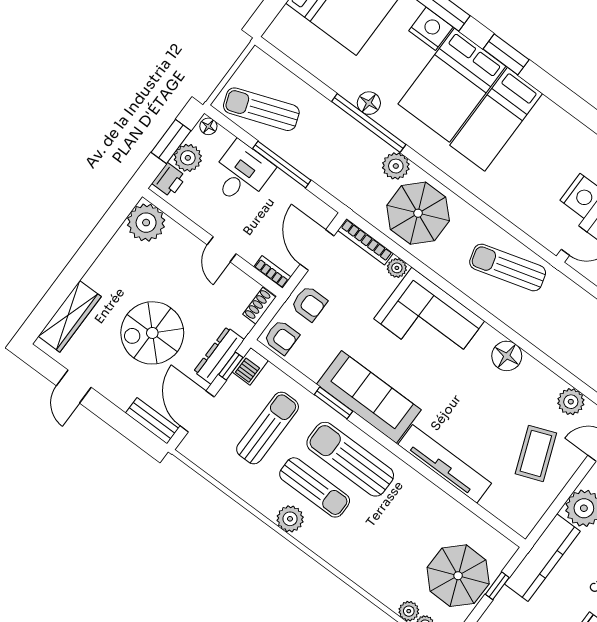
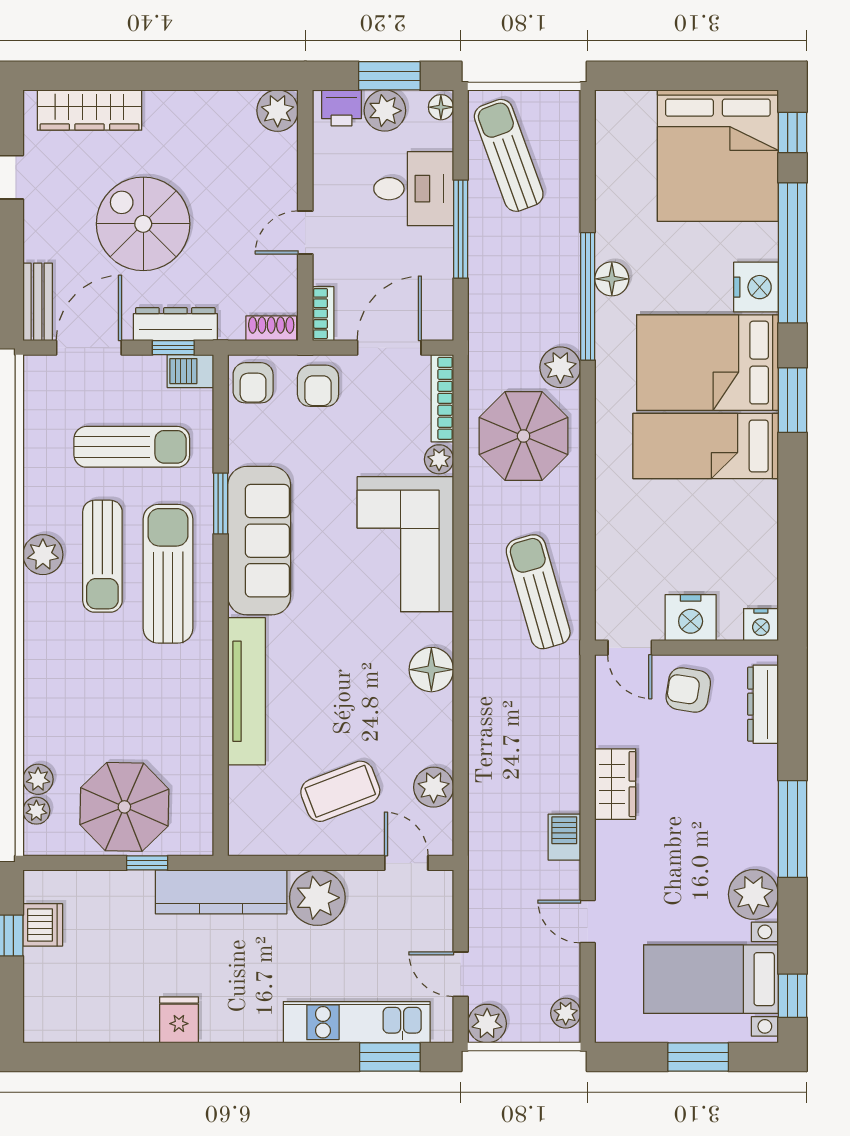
plant: (146, 223) -> (278, 111), width x0.73, depth x0.73

